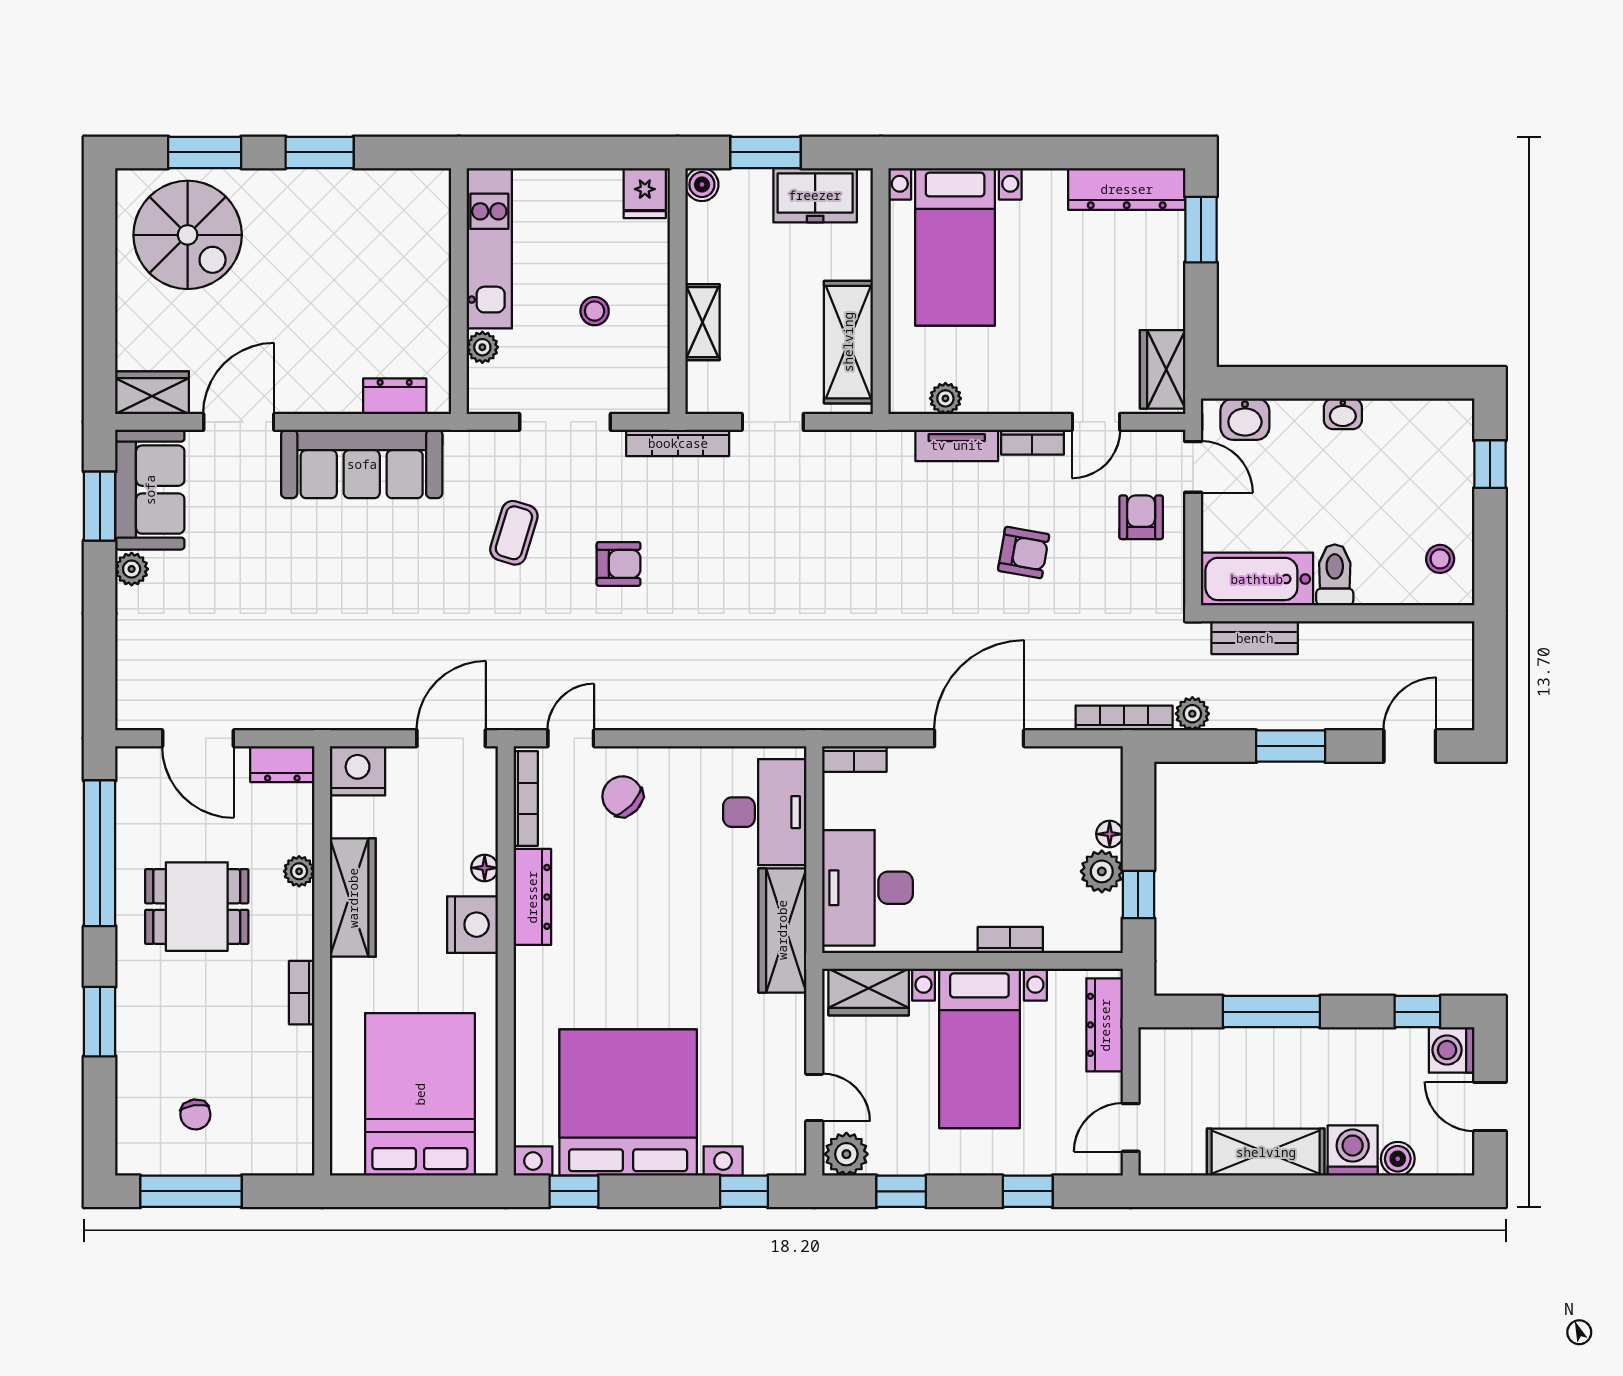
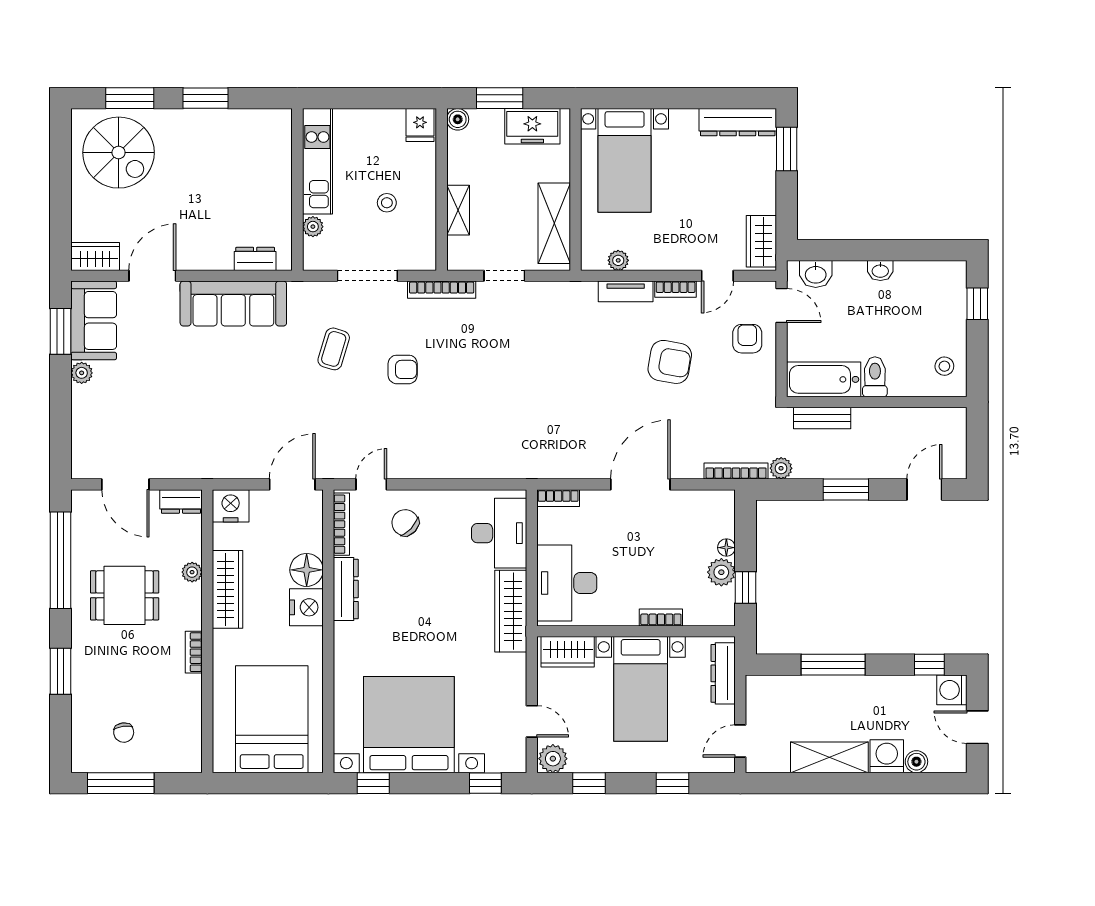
armchair: (1024, 553) -> (670, 362), width x1.38, depth x1.38
floor lamp: (485, 868) -> (307, 570), width x1.89, depth x1.89

